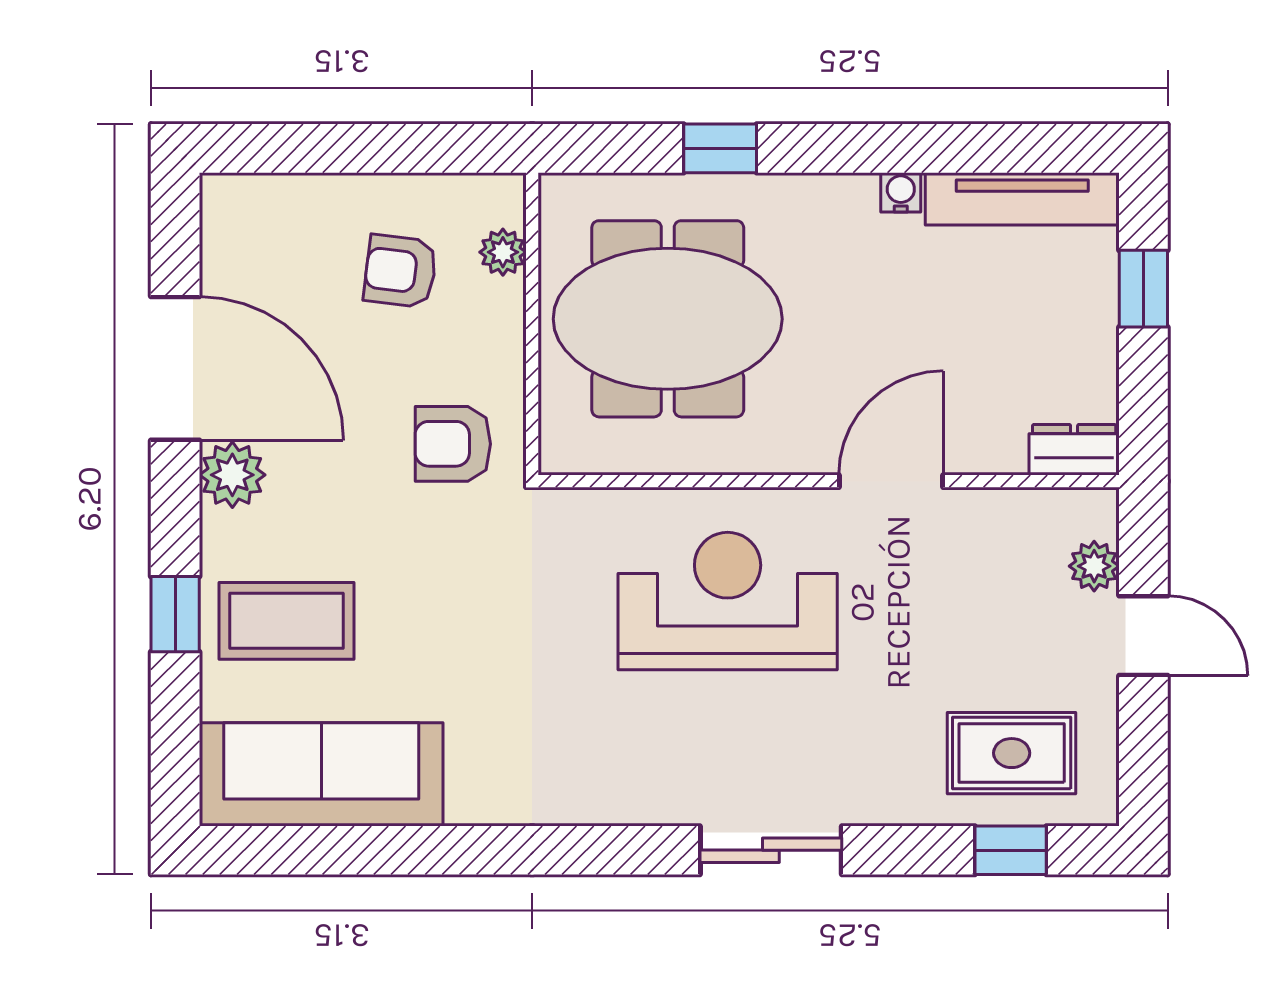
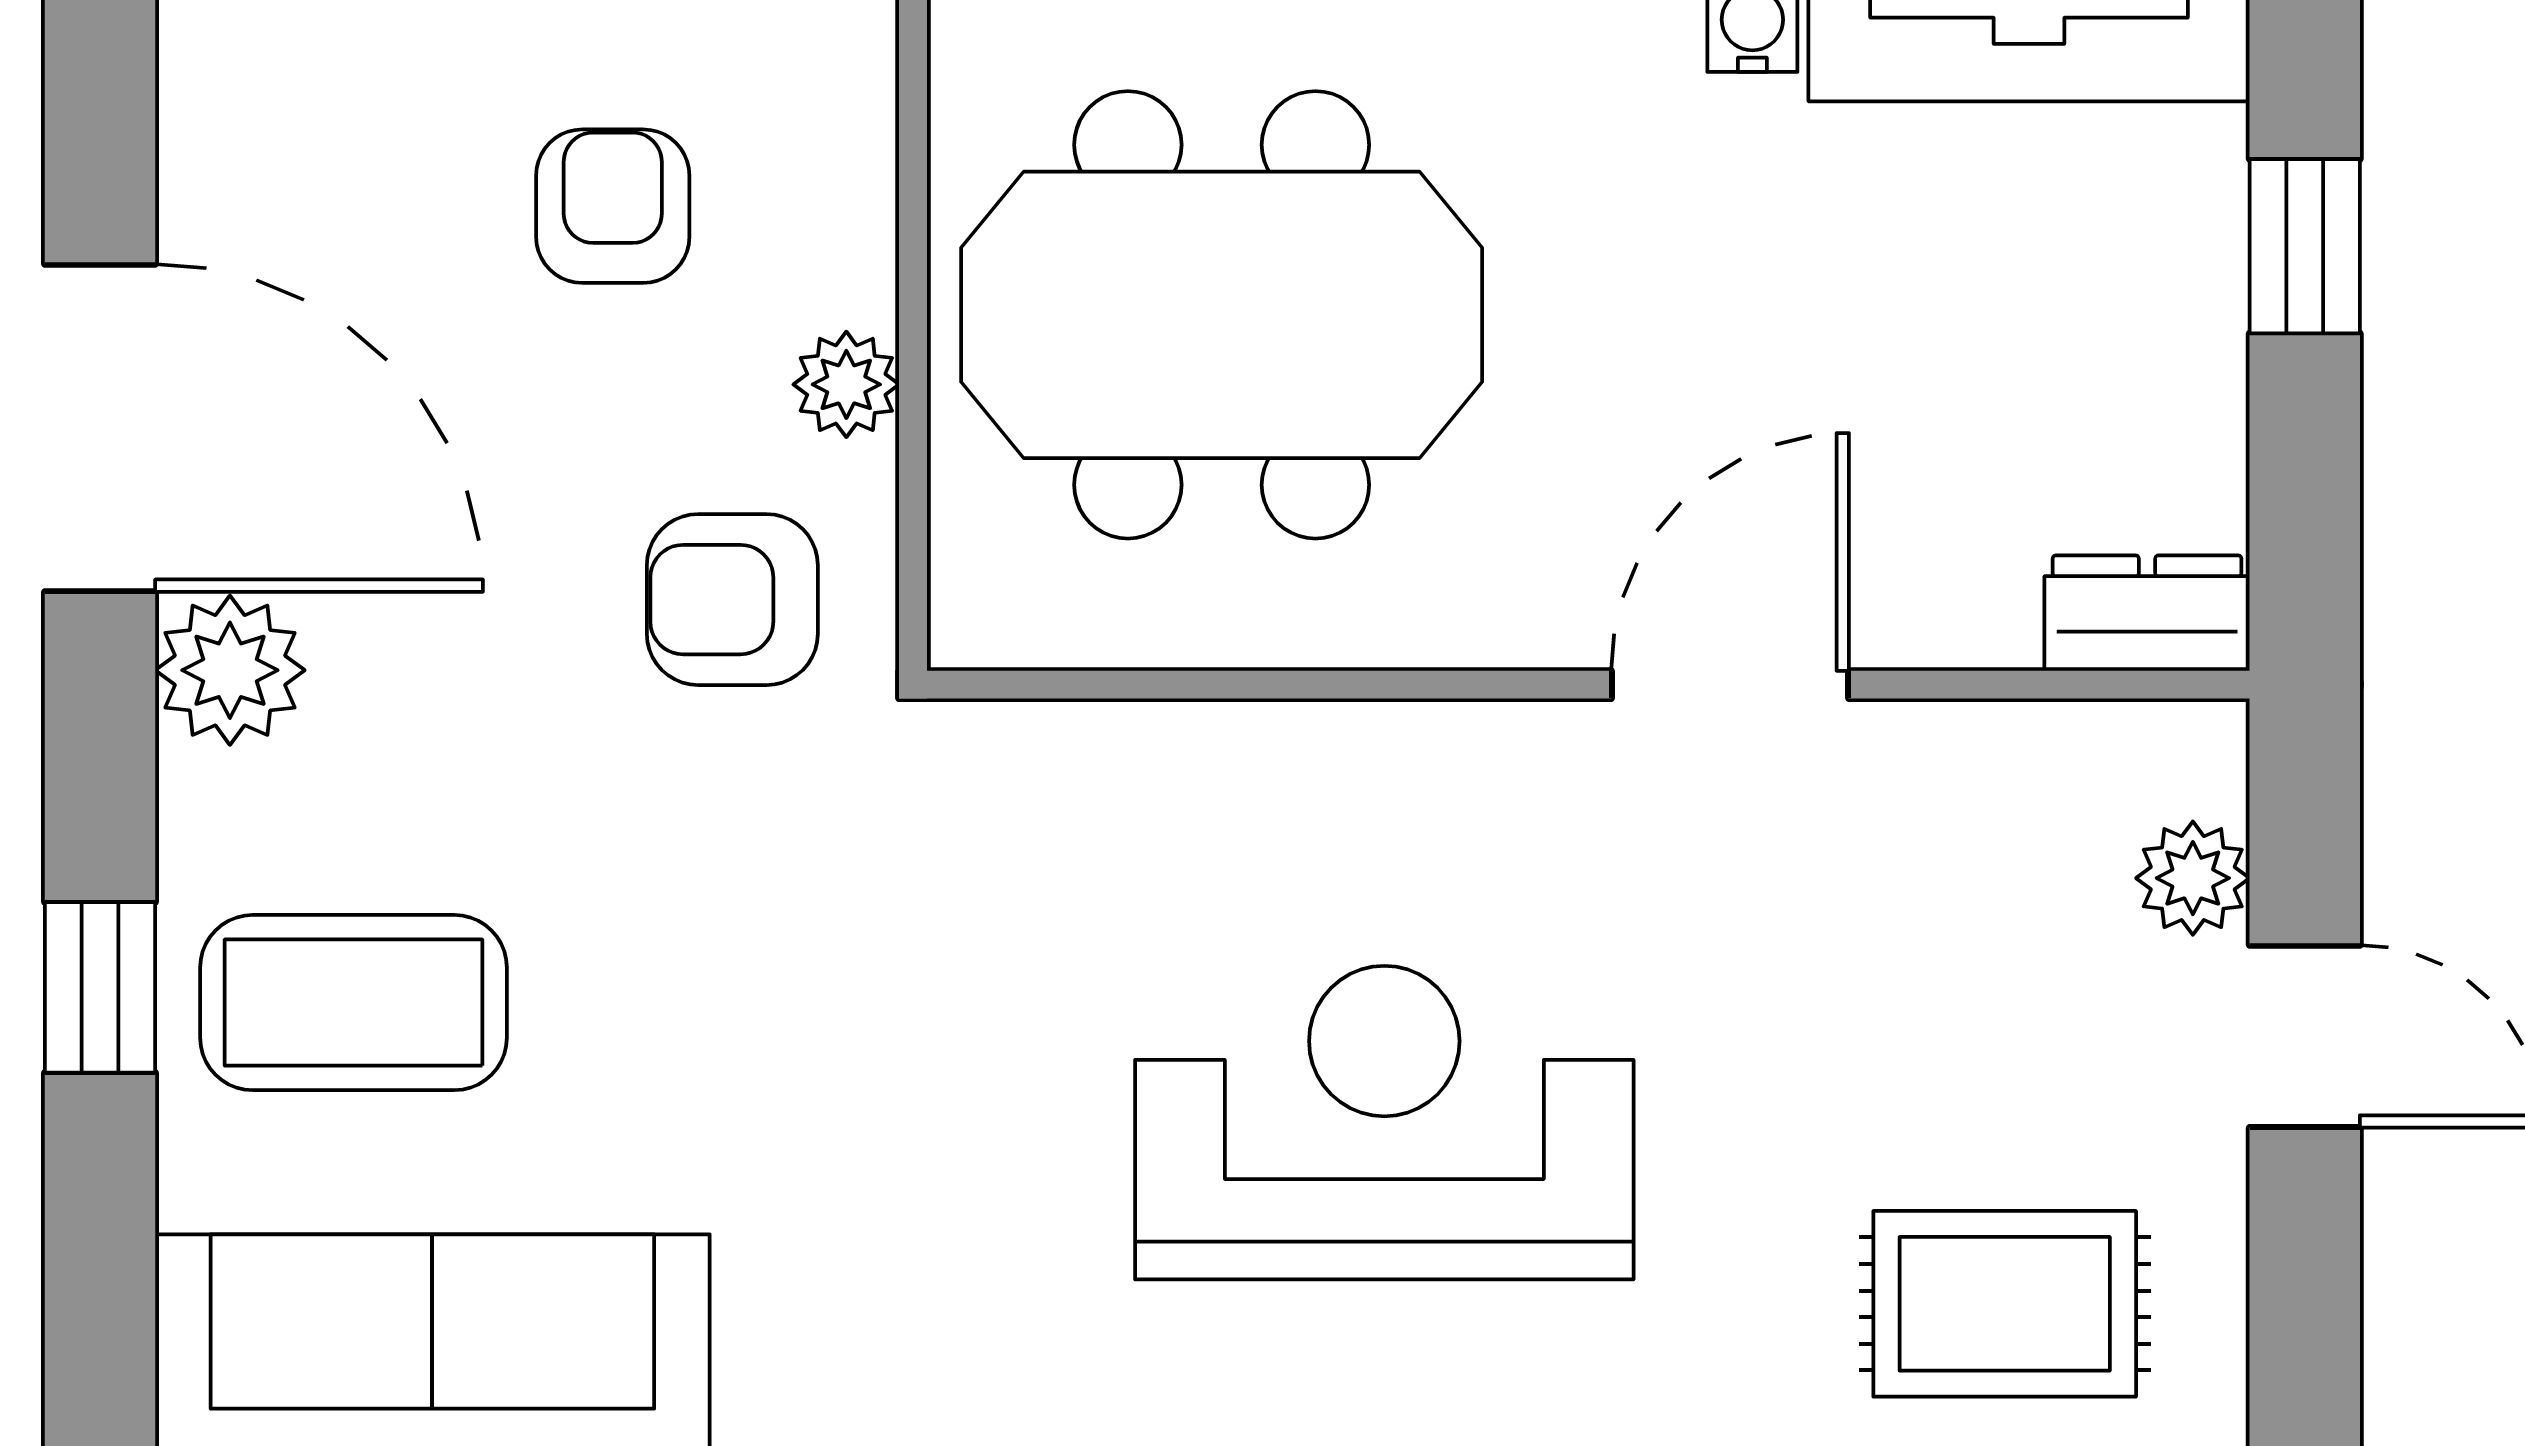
plant: (503, 252) -> (846, 384), moved
armchair: (400, 271) -> (613, 206), turned 83
reception desk: (728, 601) -> (1384, 1123), moved

